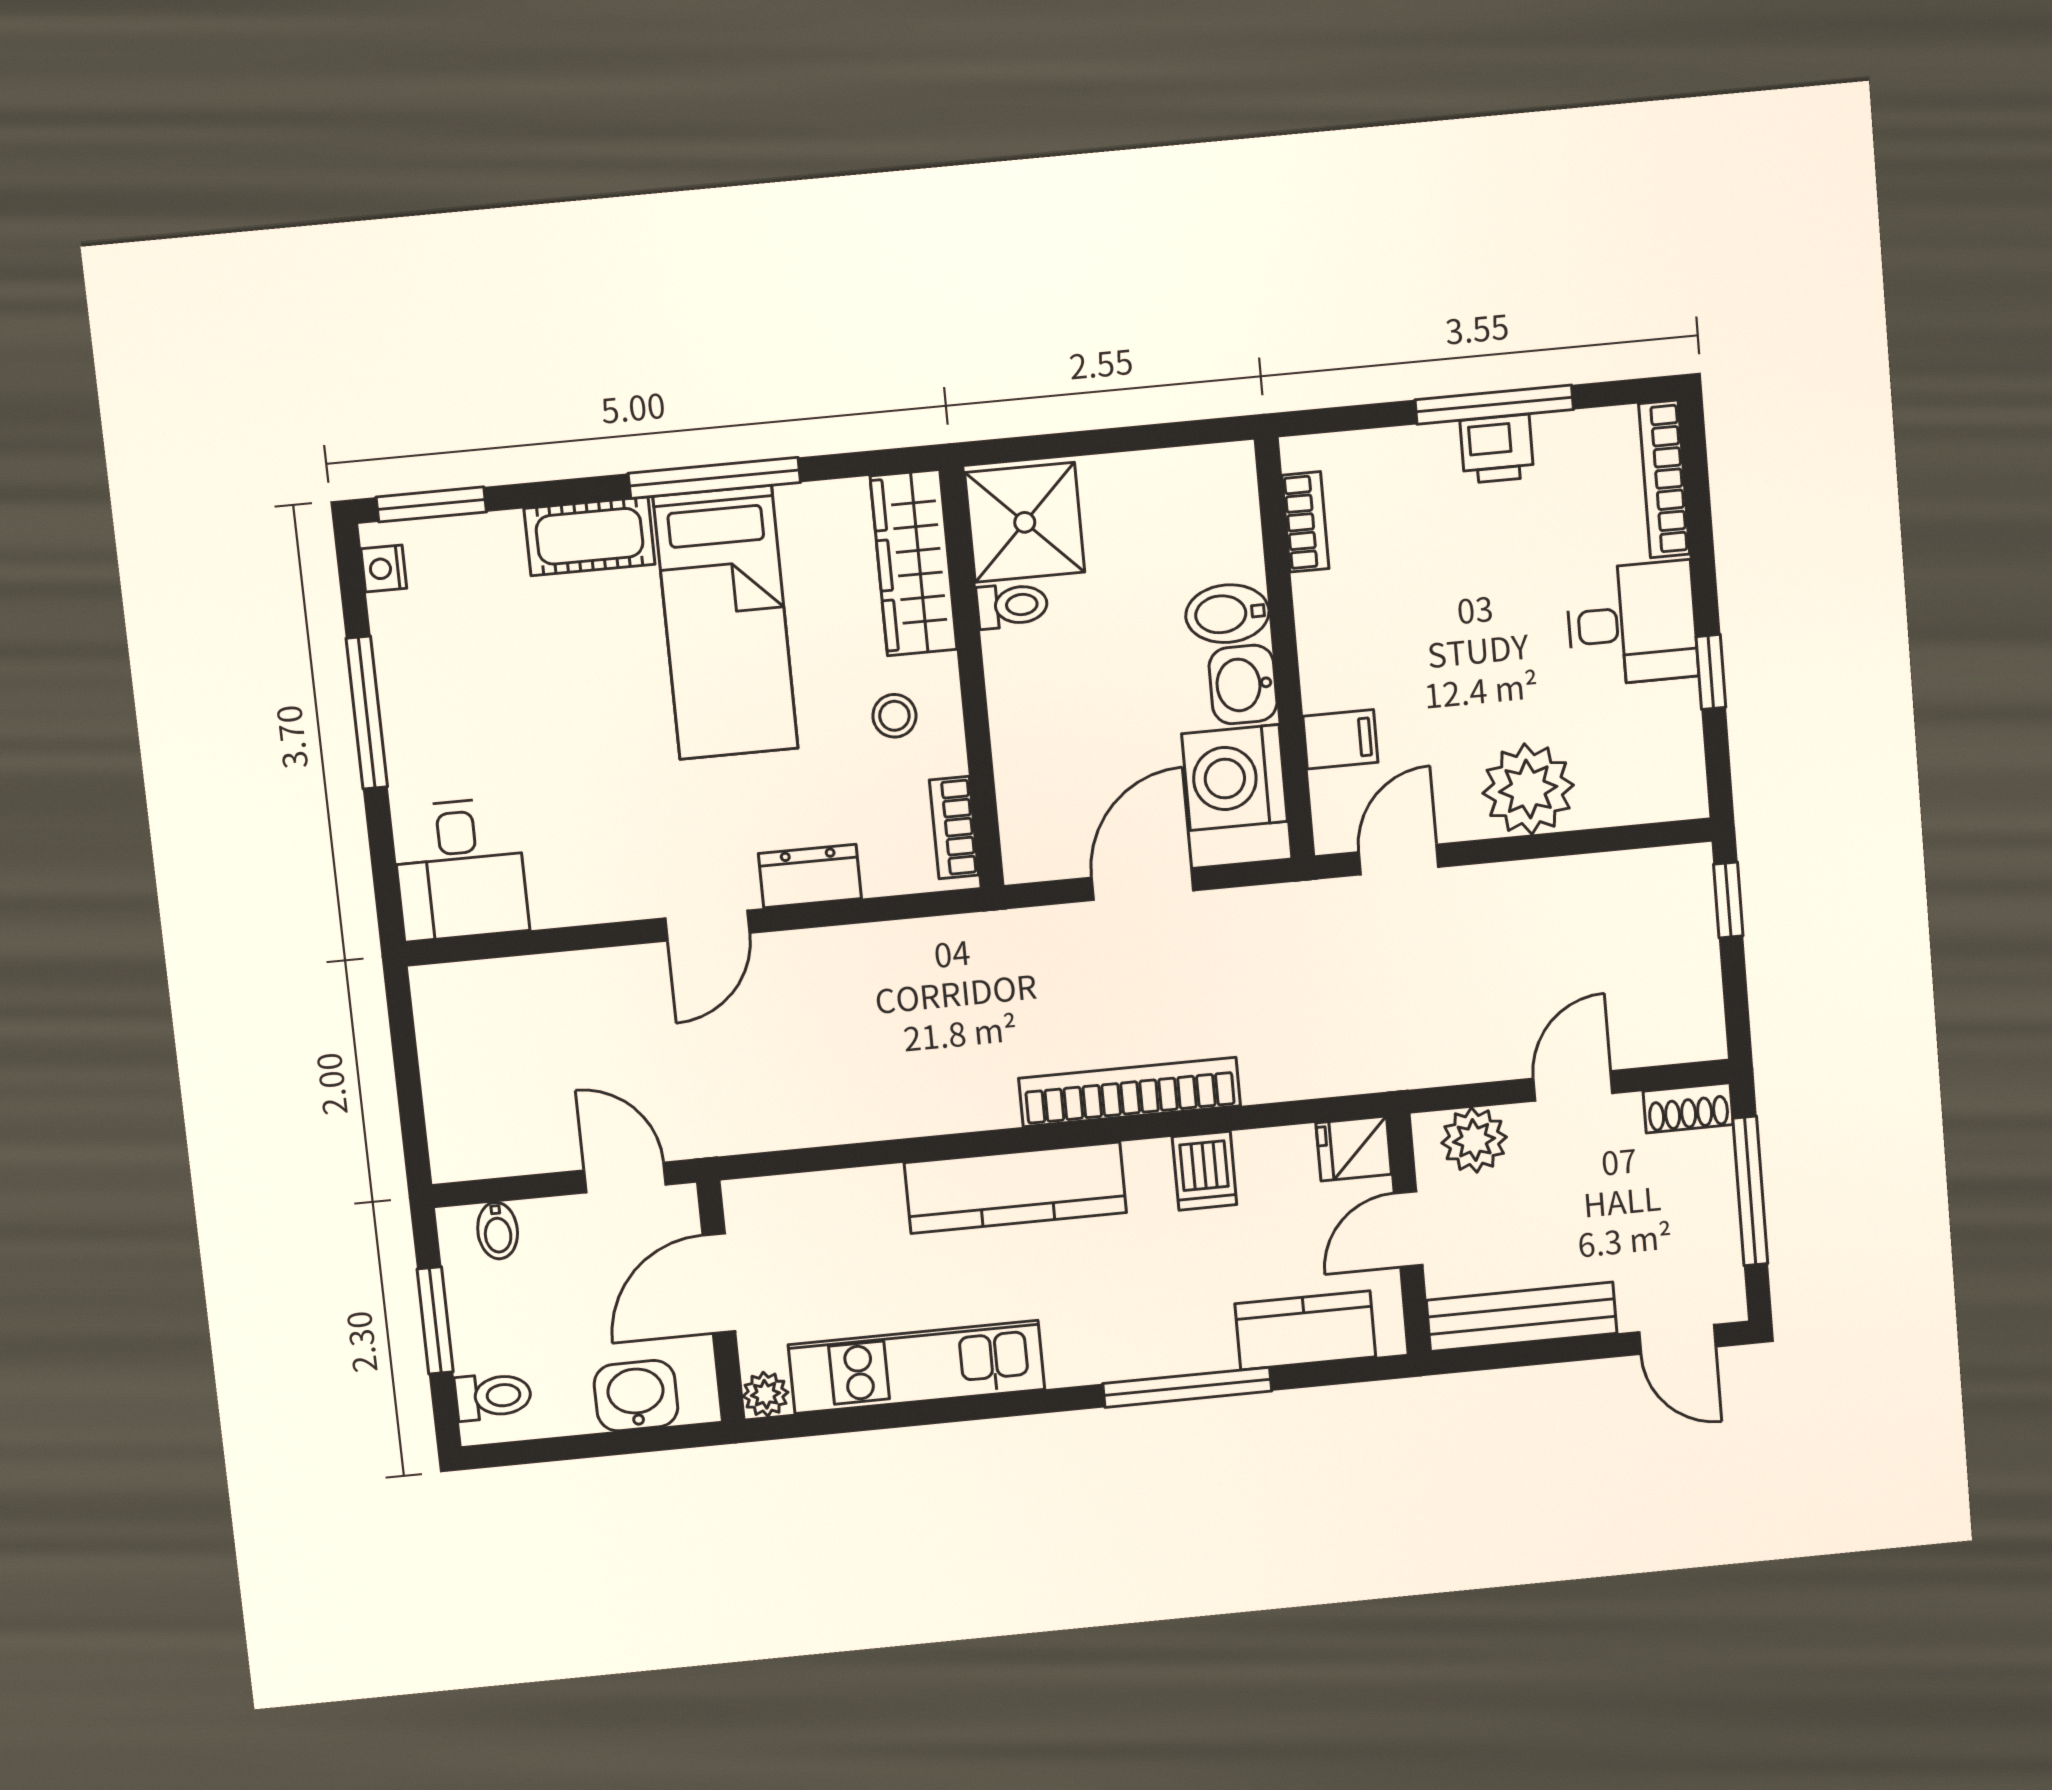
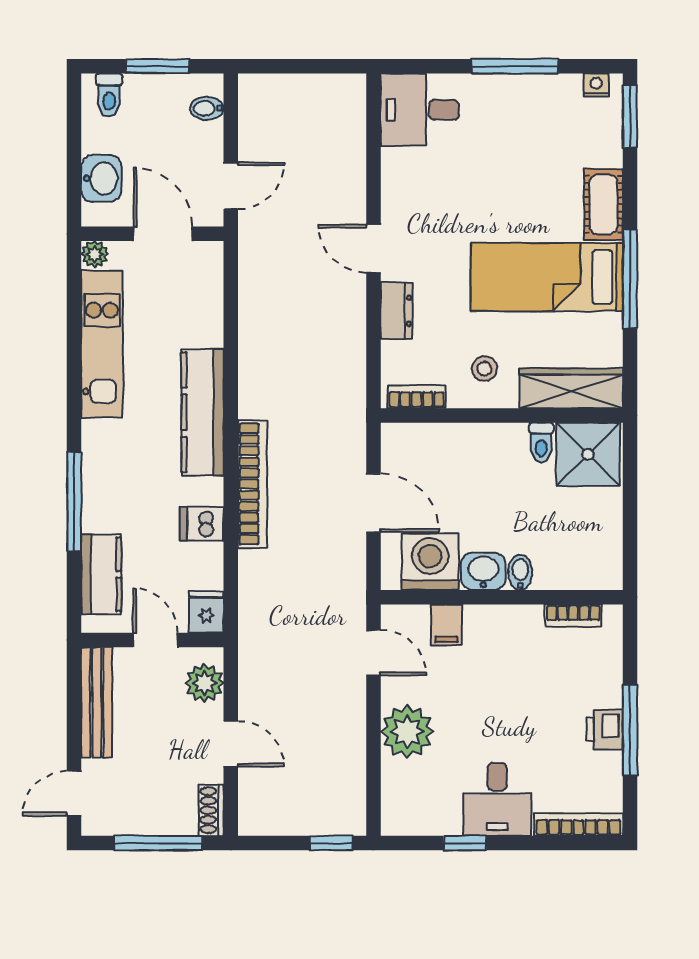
bidet: (1227, 614) -> (520, 572), width x0.72, depth x0.74

